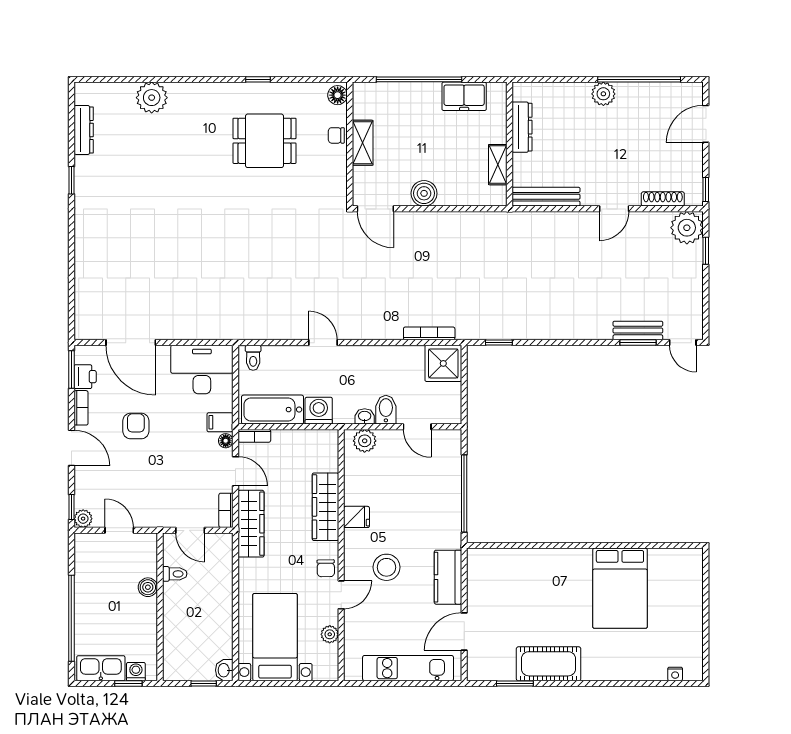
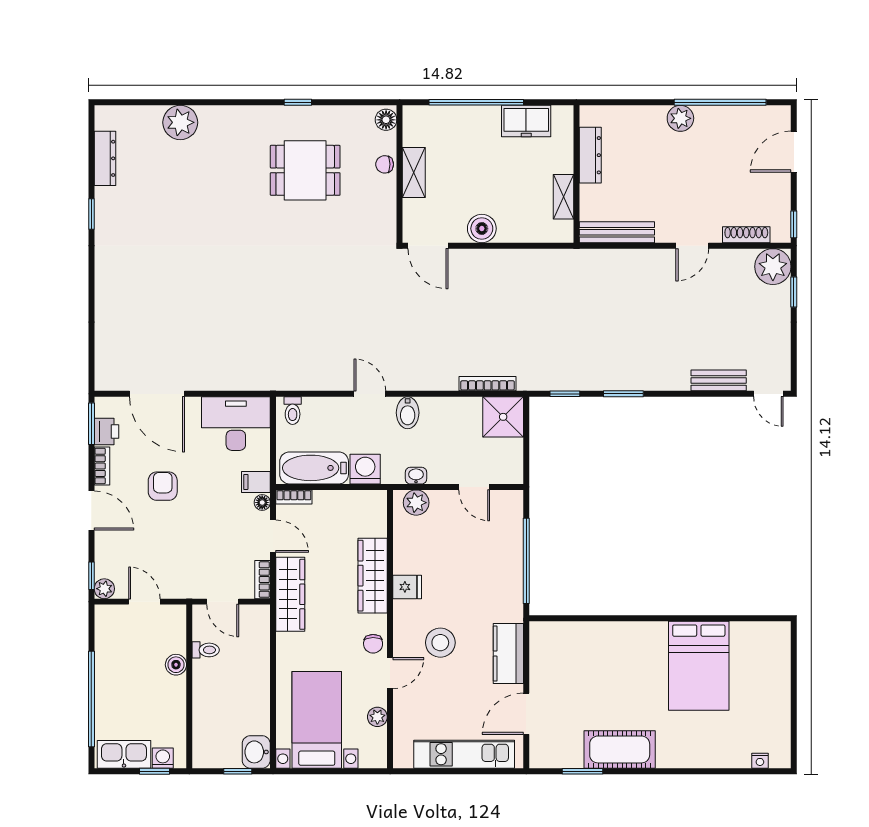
window: (638, 343) -> (623, 394), moved
bidet: (386, 410) -> (408, 413), moved, turned 180
washbasin: (224, 670) -> (256, 752), width x1.38, depth x1.45

